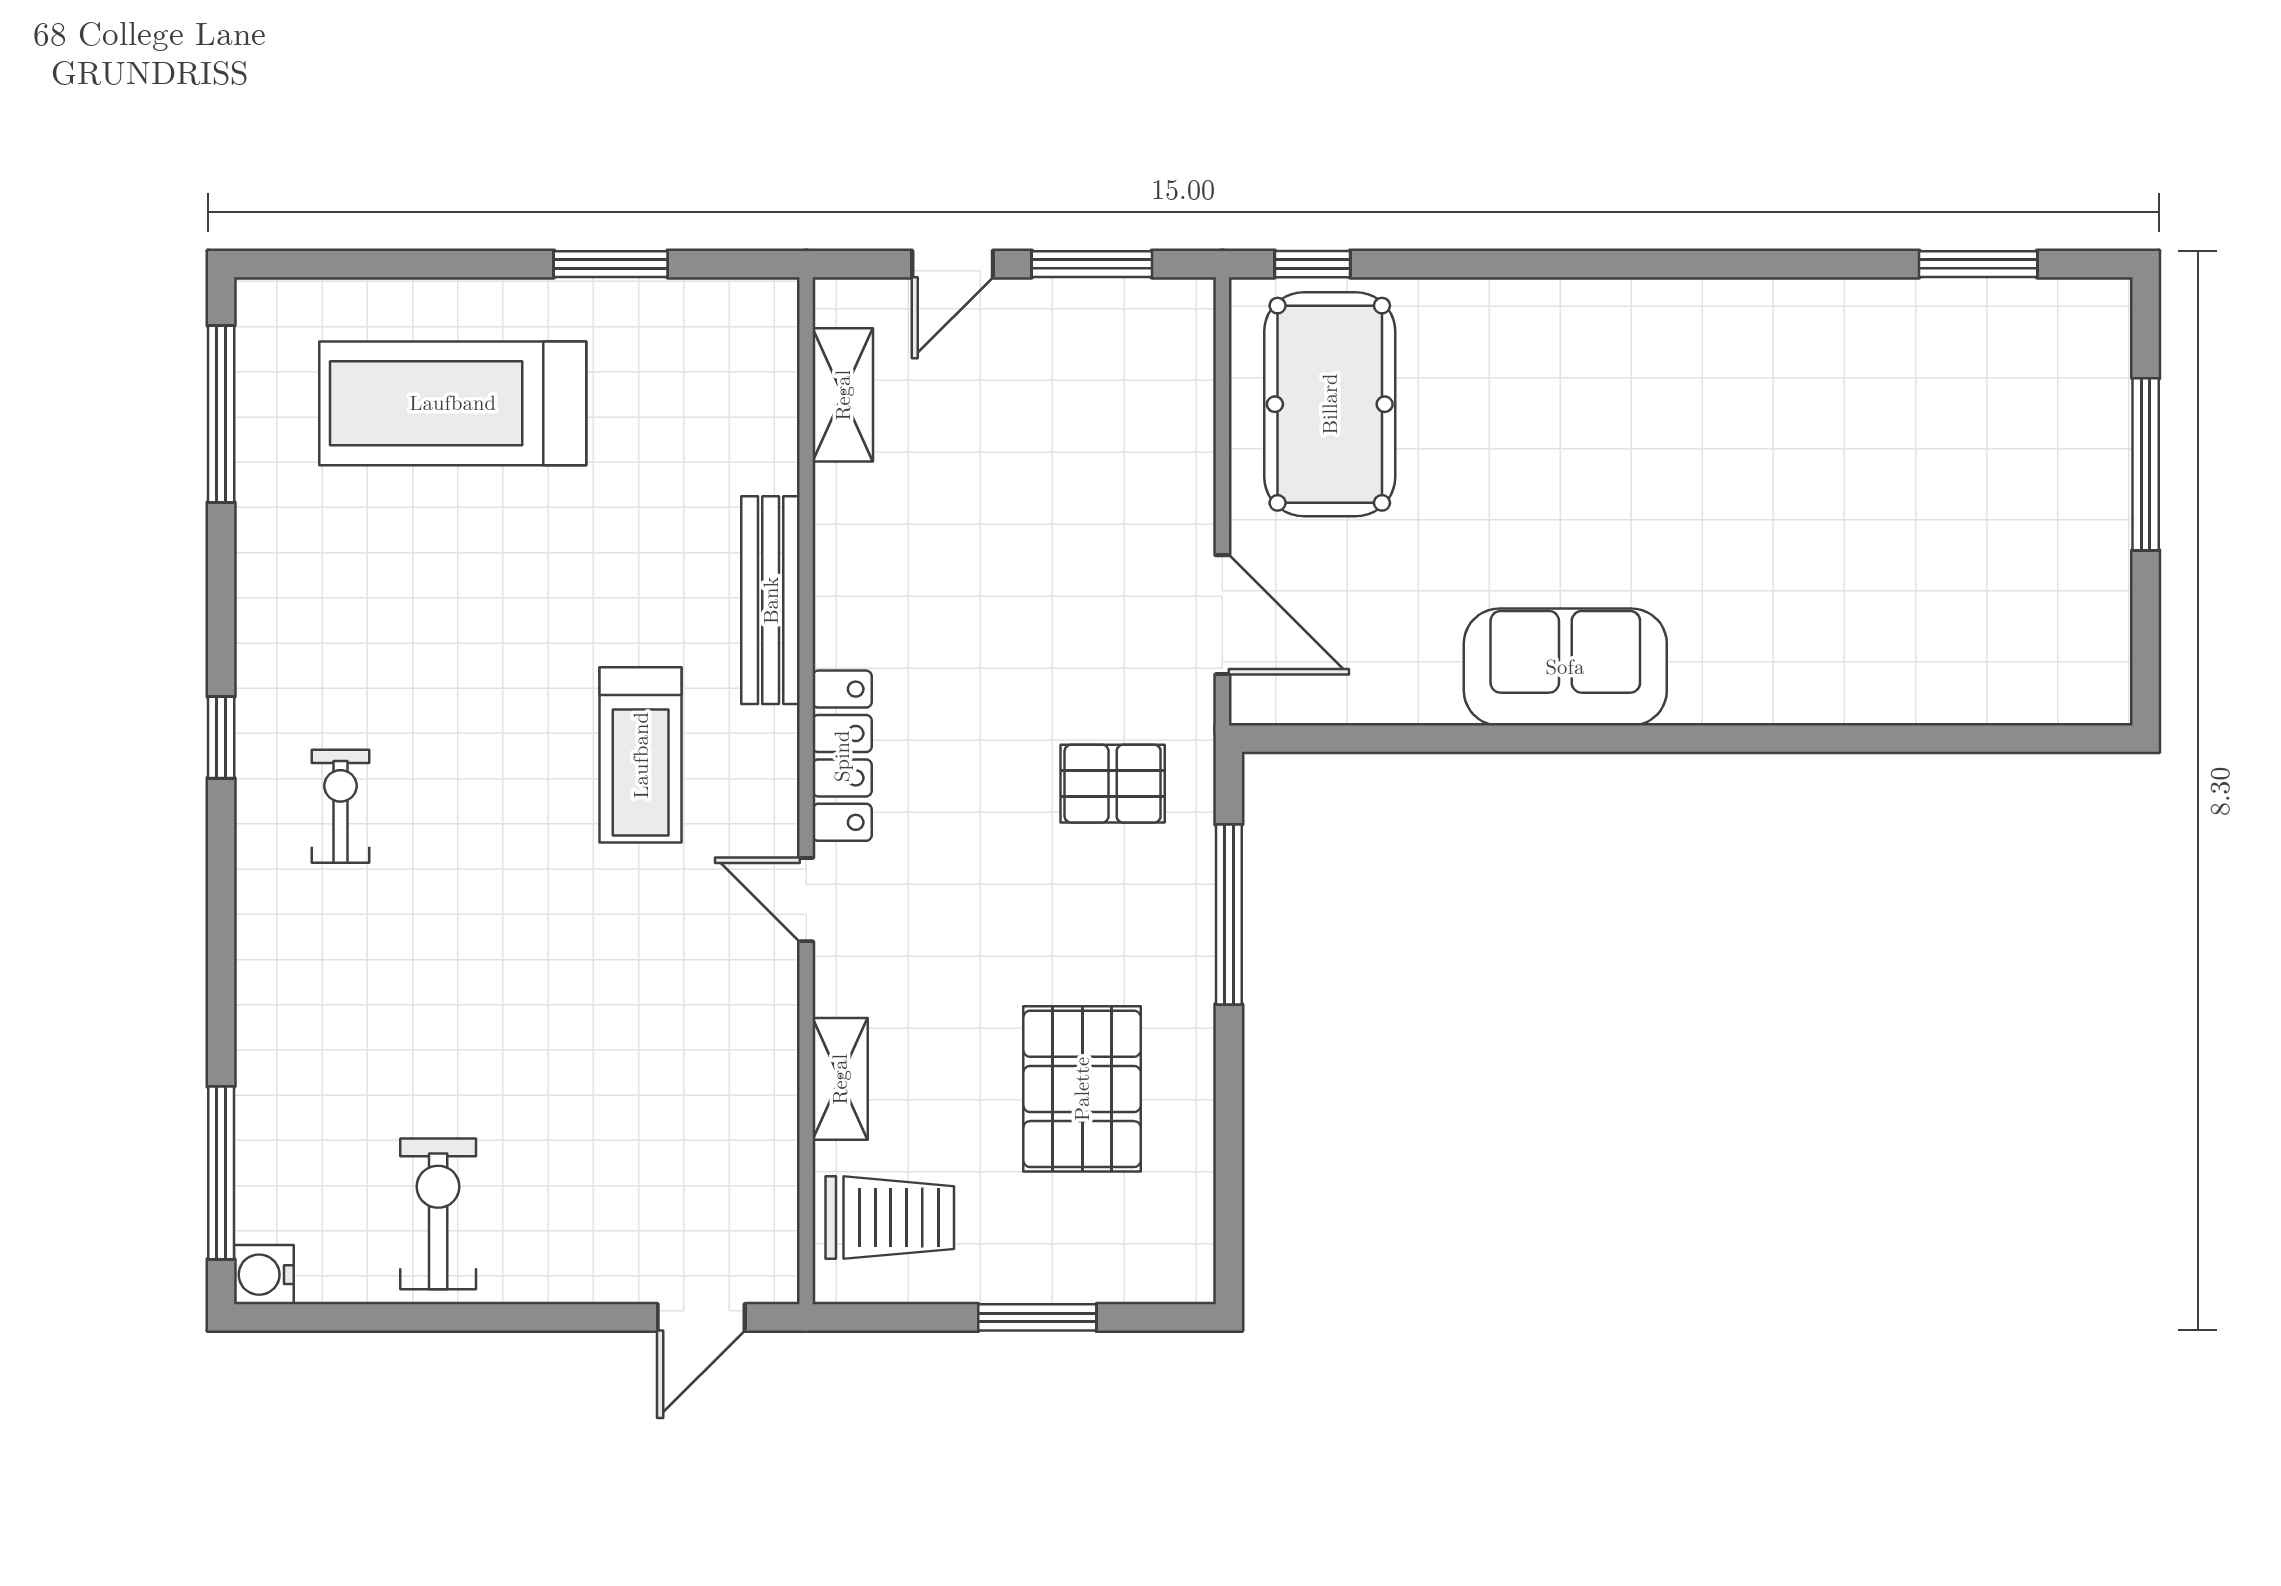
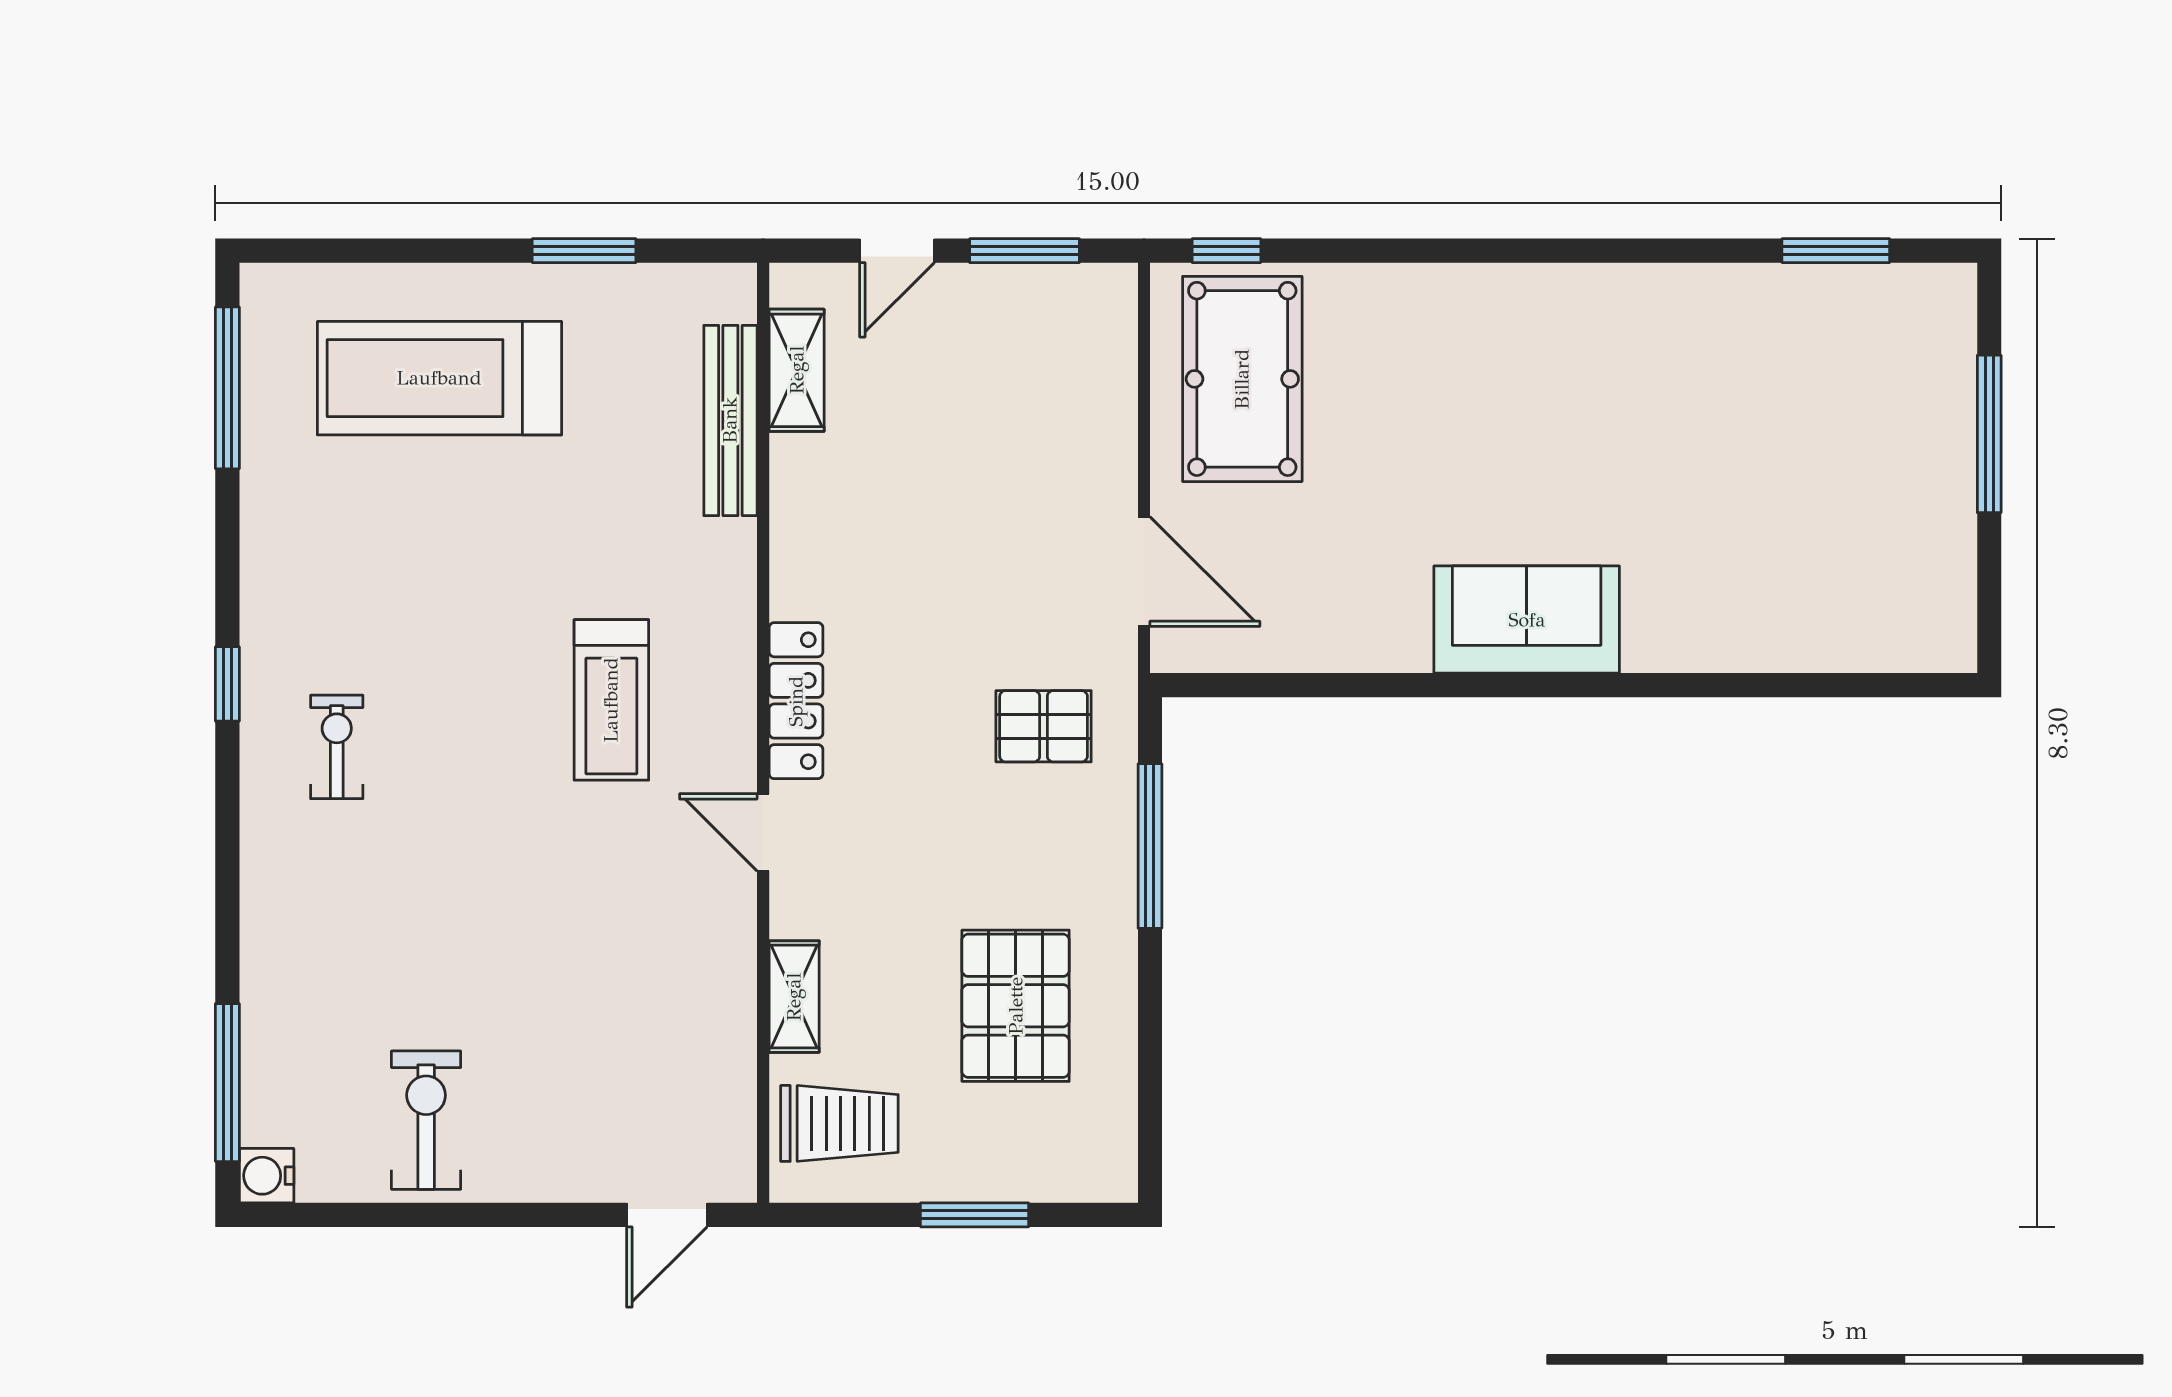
bench: (771, 600) -> (730, 420), moved
sofa: (1565, 667) -> (1527, 620), moved

